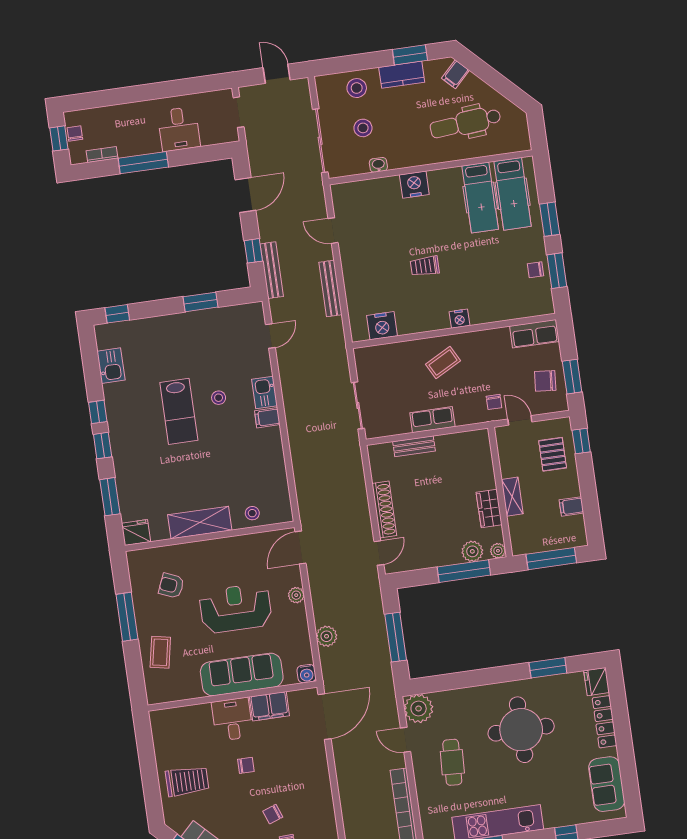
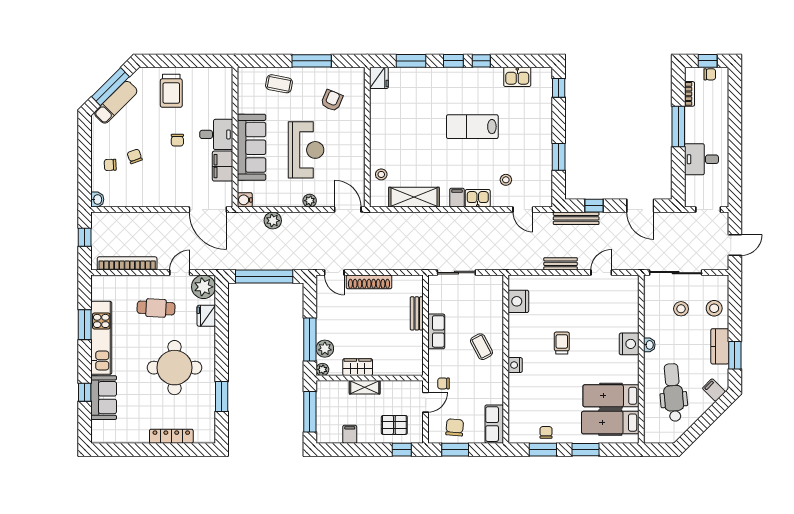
washbasin: (378, 165) -> (649, 345), moved
bench: (330, 288) -> (561, 264), width x0.73
stool: (219, 398) -> (506, 180), moved
shelving: (200, 522) -> (414, 197), moved, turned 90
window: (396, 637) -> (264, 277), width x1.46
fridge: (597, 682) -> (206, 316), moved, turned -90
sofa: (607, 784) -> (104, 398), moved, turned 90

